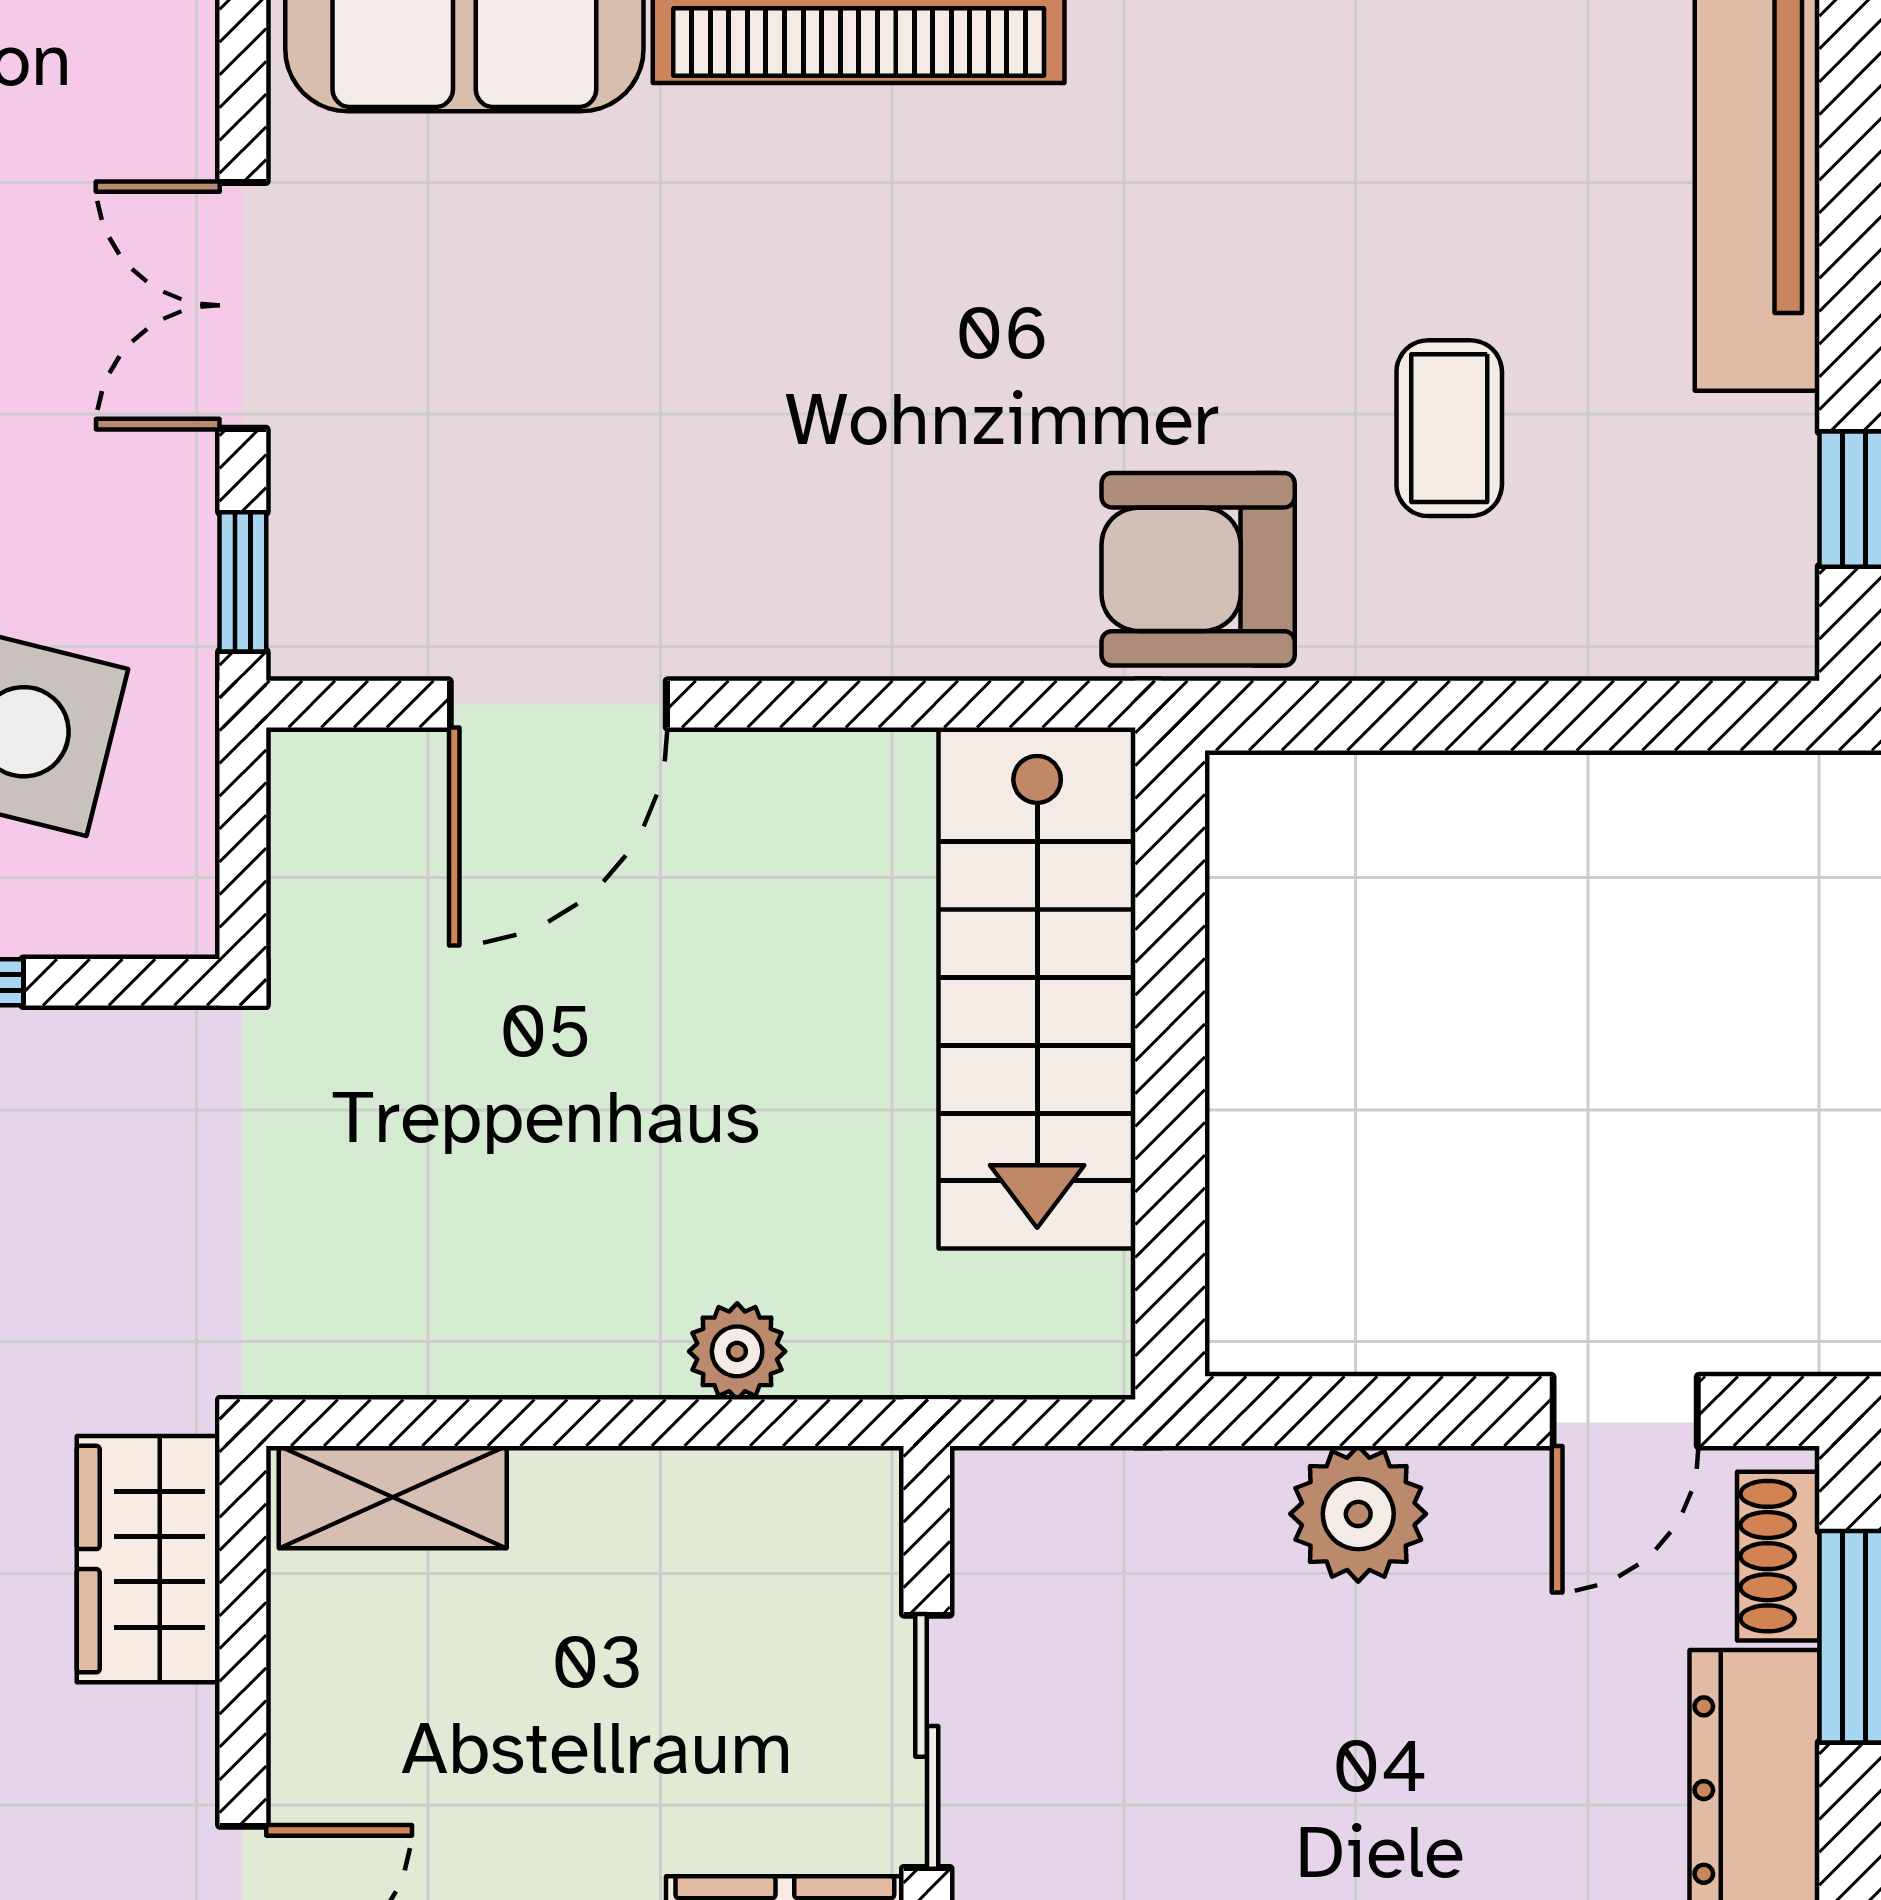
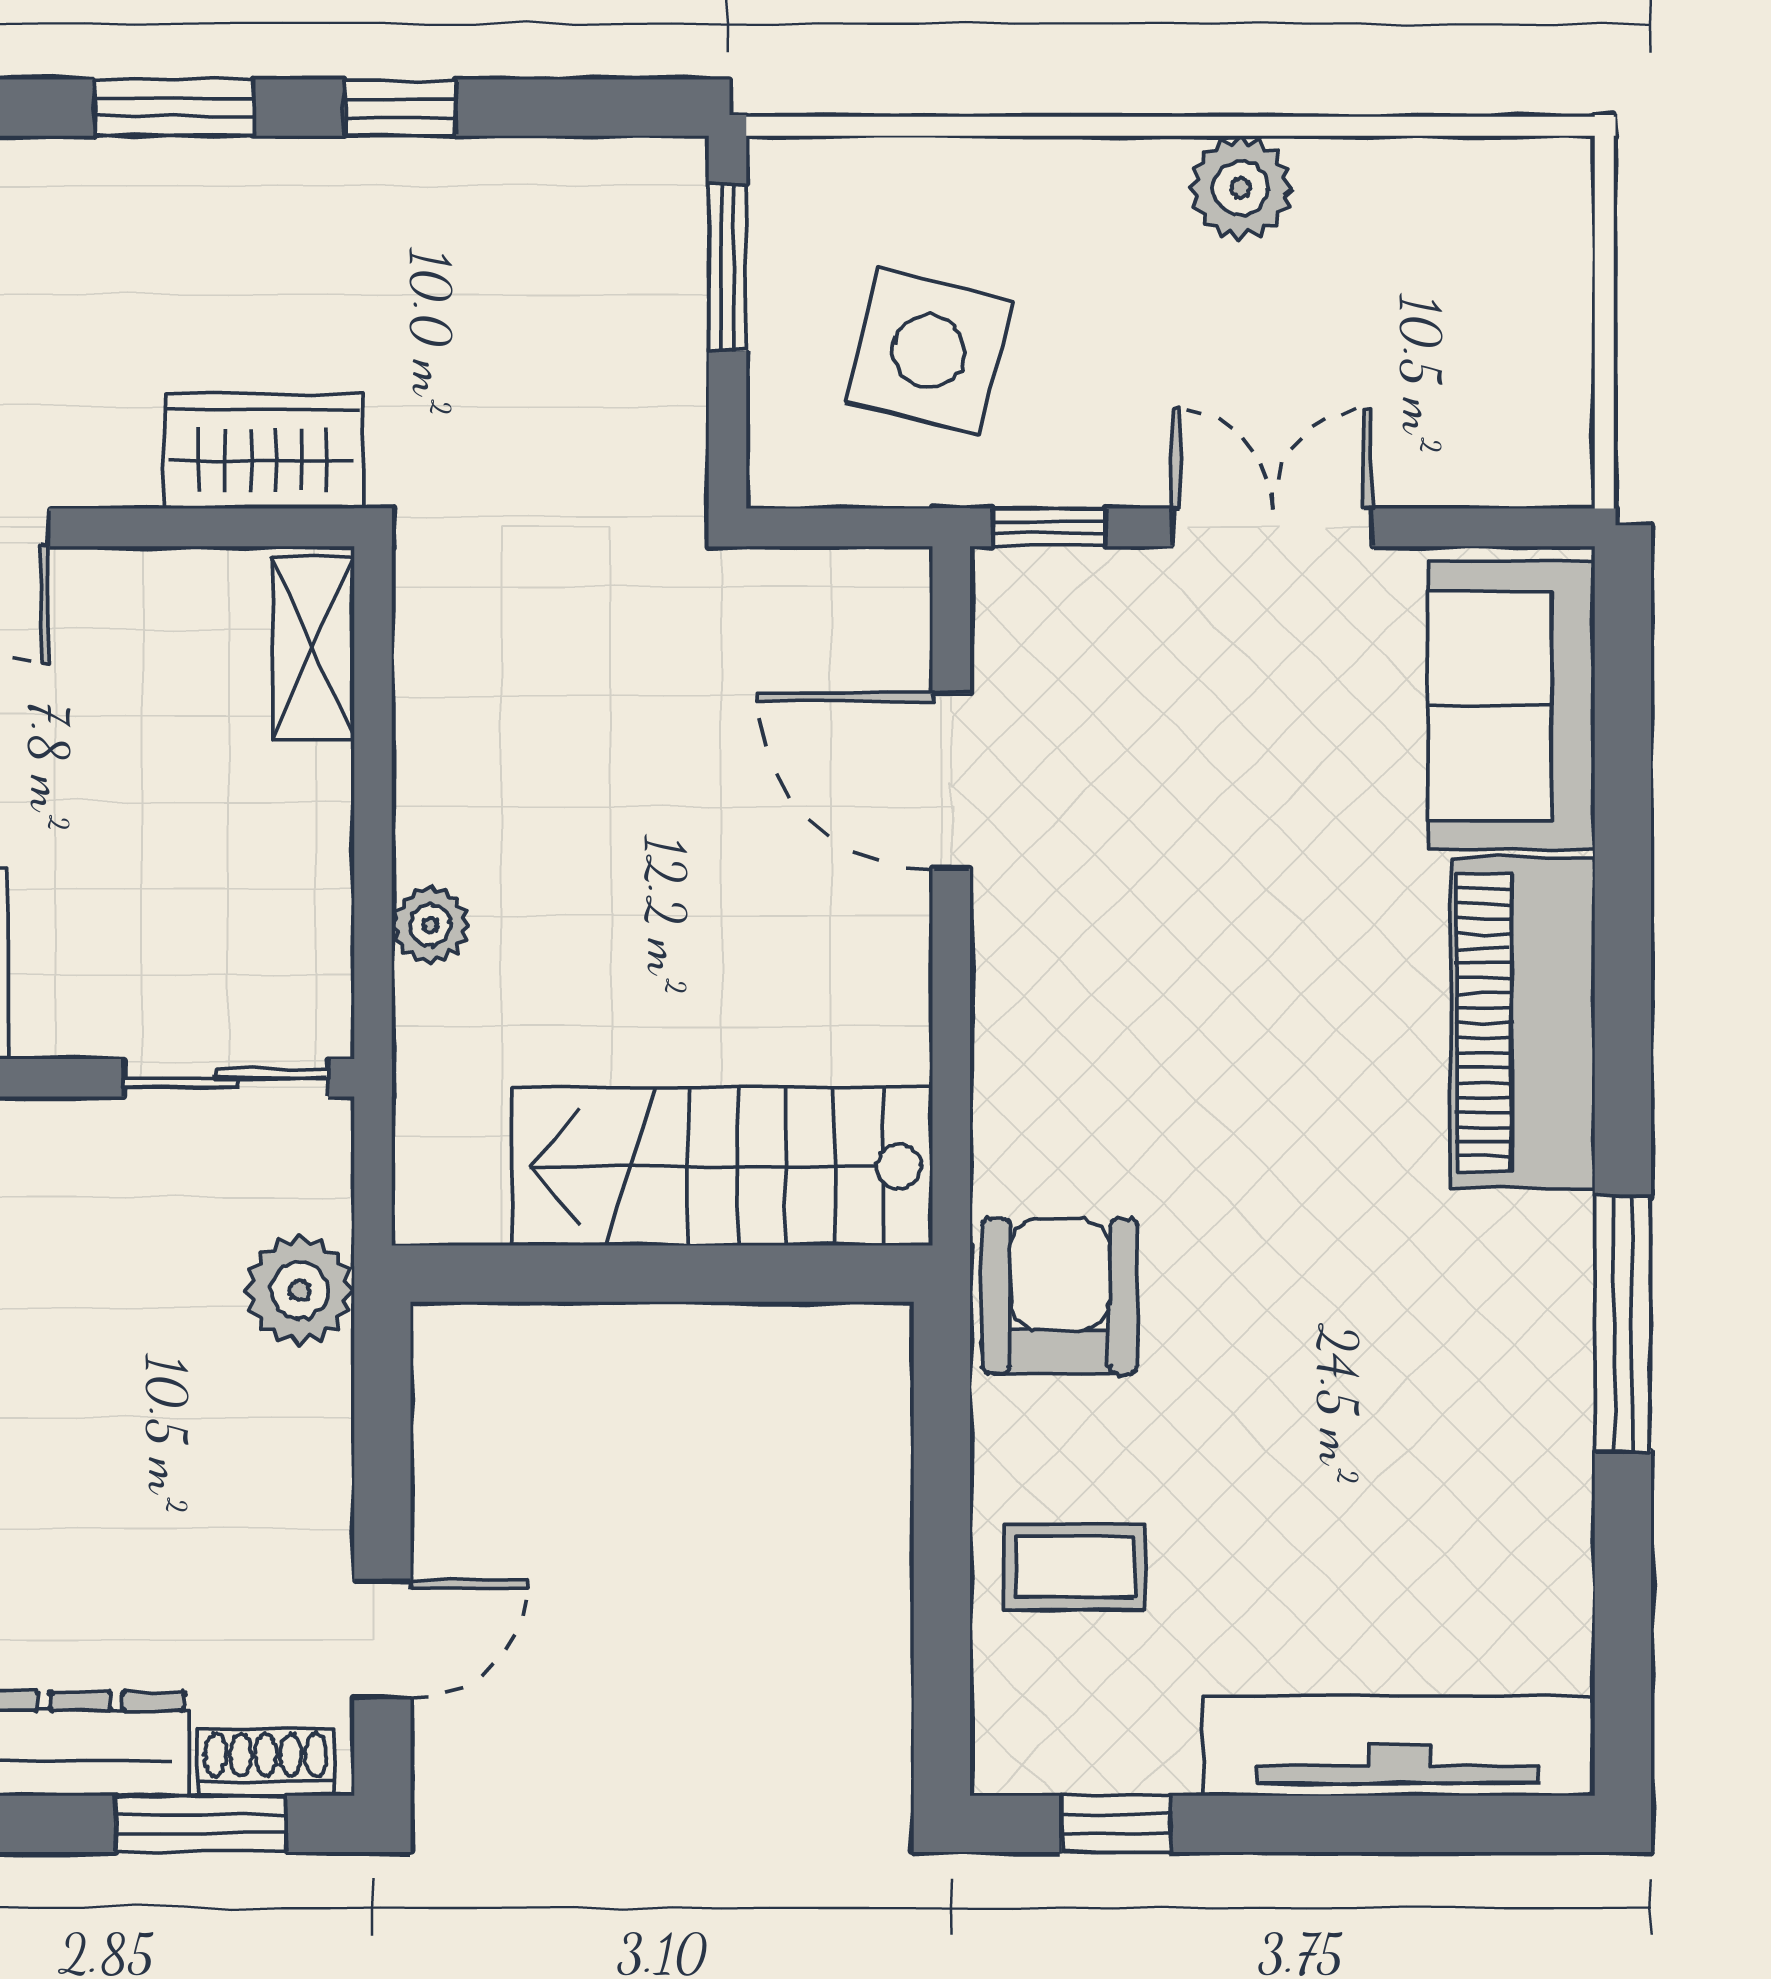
coffee table: (1449, 428) -> (1075, 1567), moved
door: (1625, 1411) -> (382, 1640), swing flipped
plant: (1358, 1514) -> (300, 1290), moved
sliding door: (927, 1741) -> (226, 1078), moved

